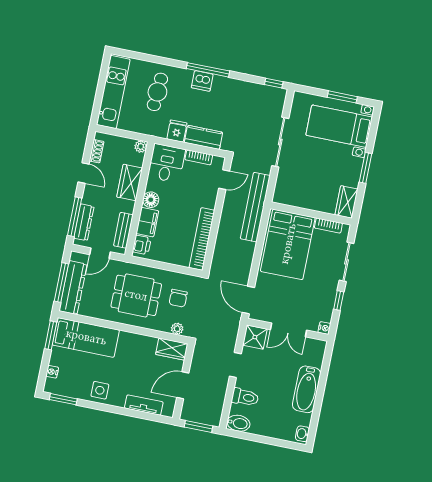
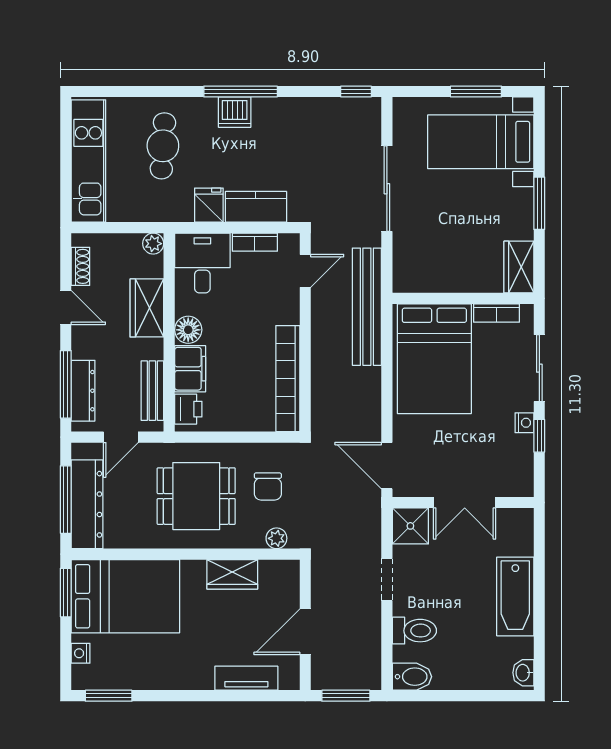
nightstand: (324, 328) -> (524, 423), moved
bed: (86, 337) -> (125, 596), width x1.50
wardrobe: (172, 349) -> (232, 574), moved
side table: (100, 390) -> (167, 668), removed

